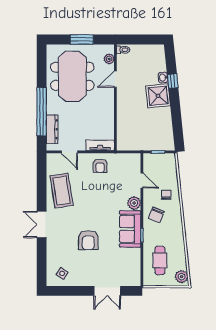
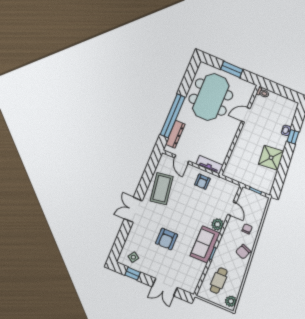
plant: (109, 59) -> (248, 95), removed
shower: (158, 96) -> (271, 158), moved
chair: (156, 215) -> (243, 252), moved
window: (69, 291) -> (133, 274), added

